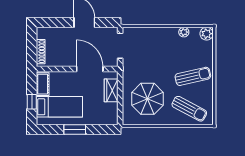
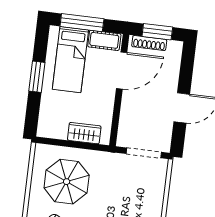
window: (32, 47) -> (157, 32), added
door: (90, 69) -> (122, 71), moved
window: (32, 102) -> (82, 23), width x2.17

